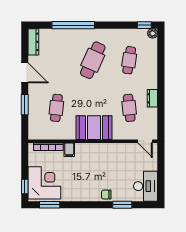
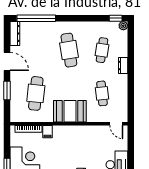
window: (73, 25) -> (36, 18), moved
cafe table: (93, 60) -> (69, 50), turned -33
dresser: (152, 98) -> (123, 66), moved
cafe table: (56, 108) -> (36, 93), width x1.37, depth x1.35

